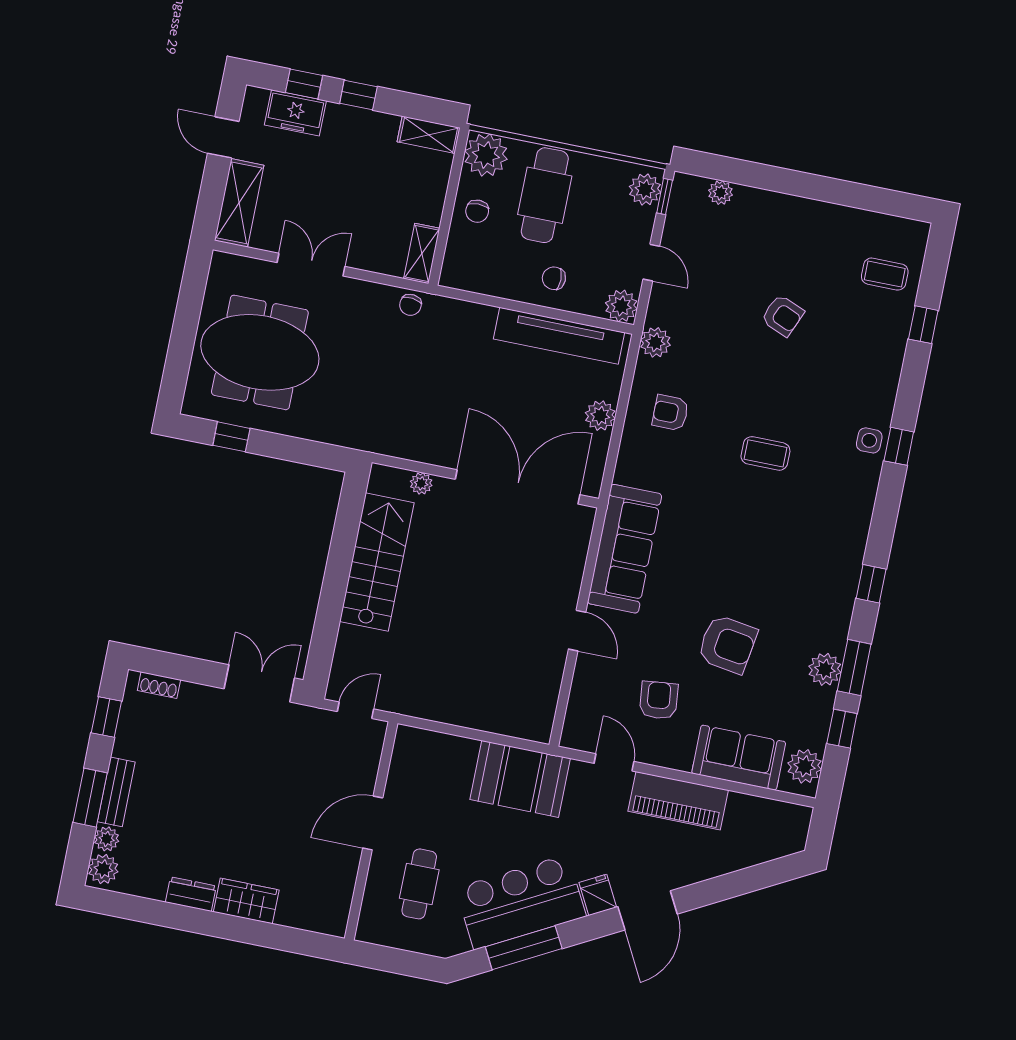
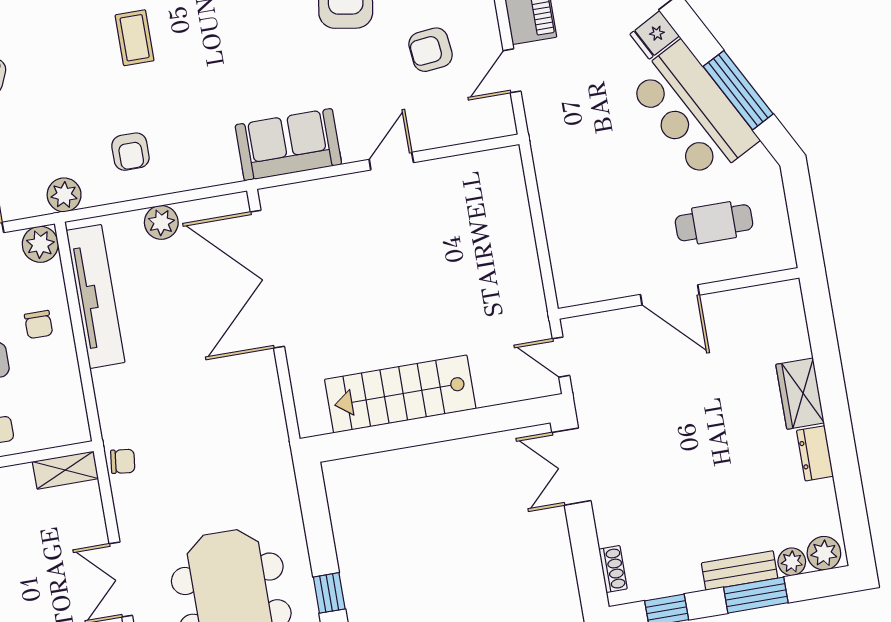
plant: (421, 483) -> (302, 380), removed
sofa: (625, 549) -> (288, 145), width x0.73
booth: (520, 779) -> (566, 161), removed

